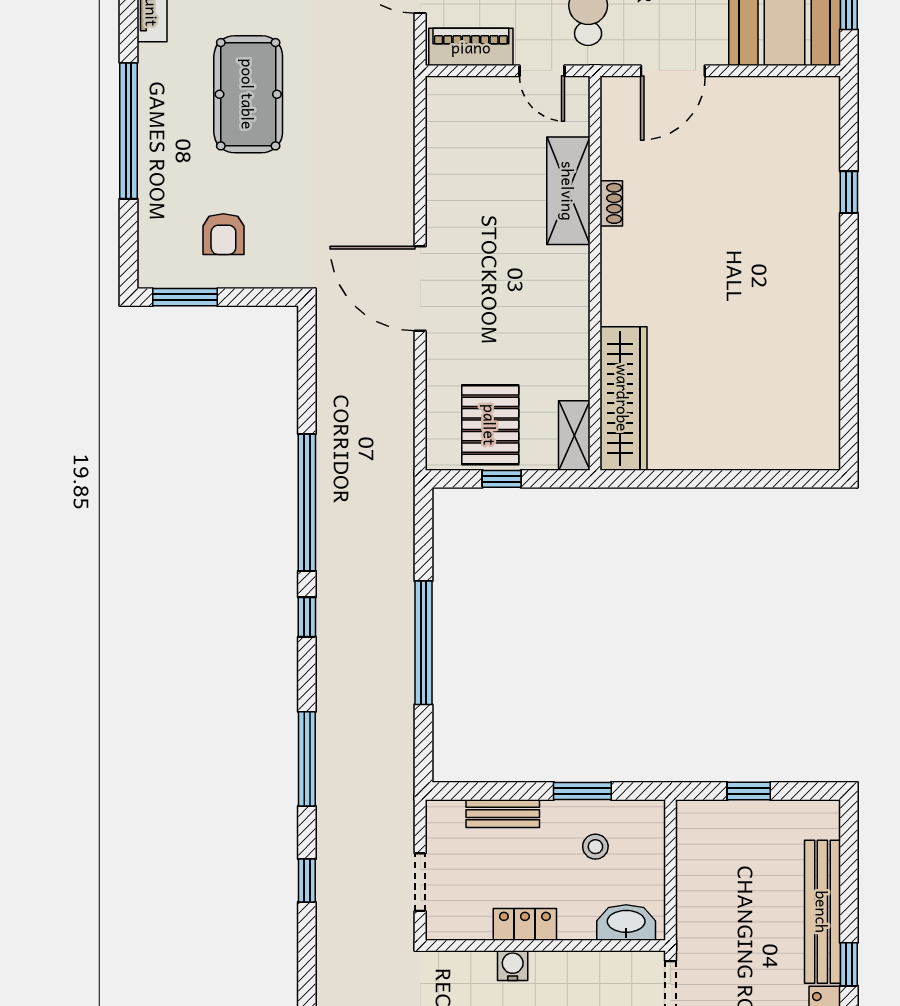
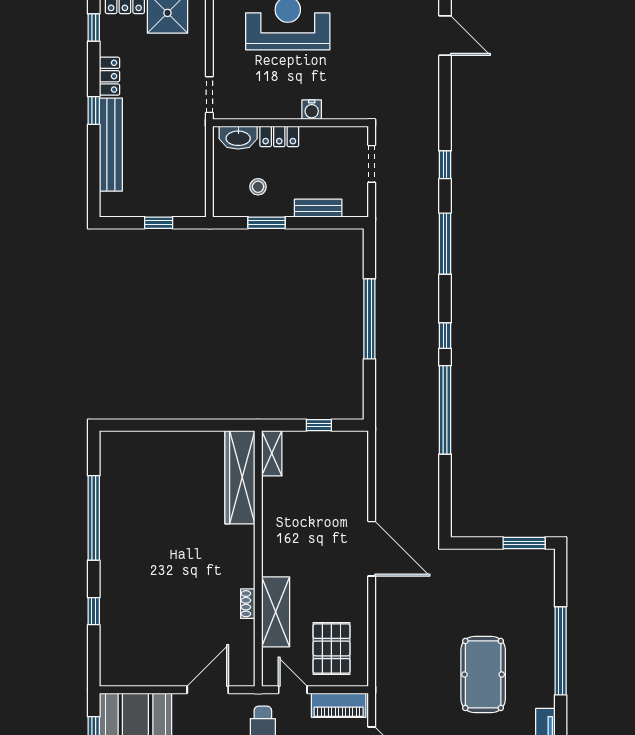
armchair: (223, 234) -> (499, 584), removed
window: (849, 336) -> (94, 518), added
pallet: (490, 425) -> (331, 648), moved
locker: (525, 924) -> (279, 136), moved

